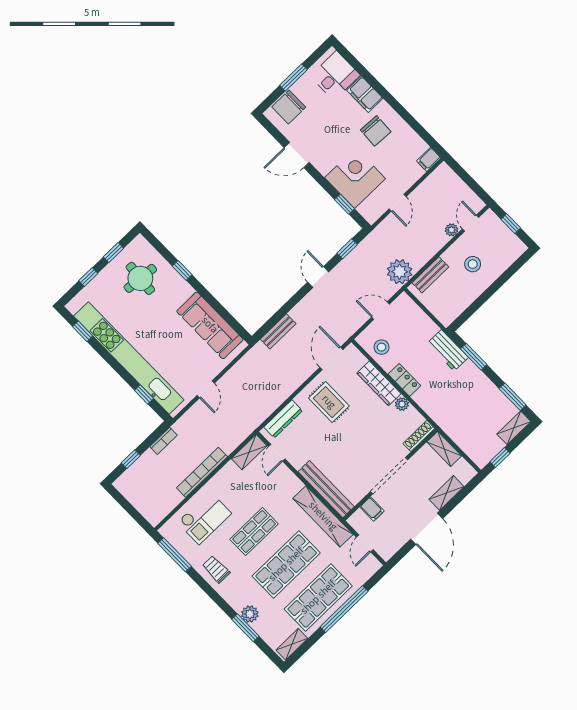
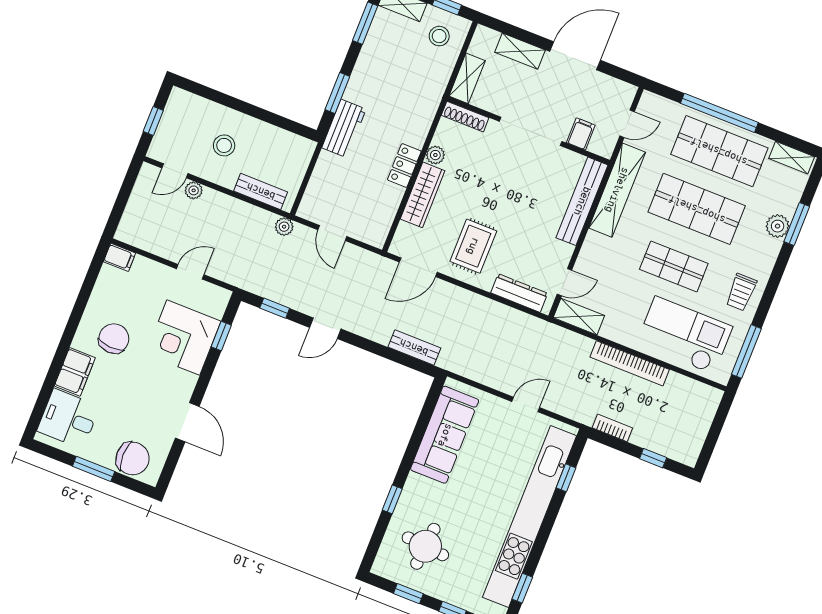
plant: (400, 272) -> (284, 227), width x0.53, depth x0.53
stool: (382, 347) -> (439, 36), moved
checkout: (204, 518) -> (684, 335), width x1.36, depth x1.21

